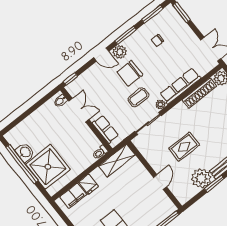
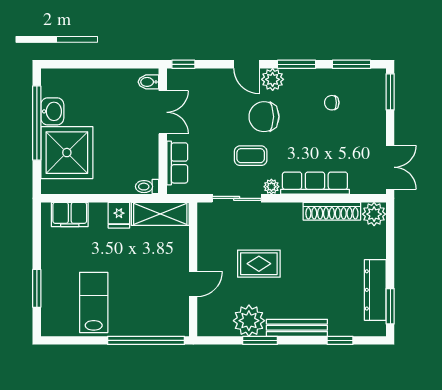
fridge: (88, 184) -> (119, 215), moved

